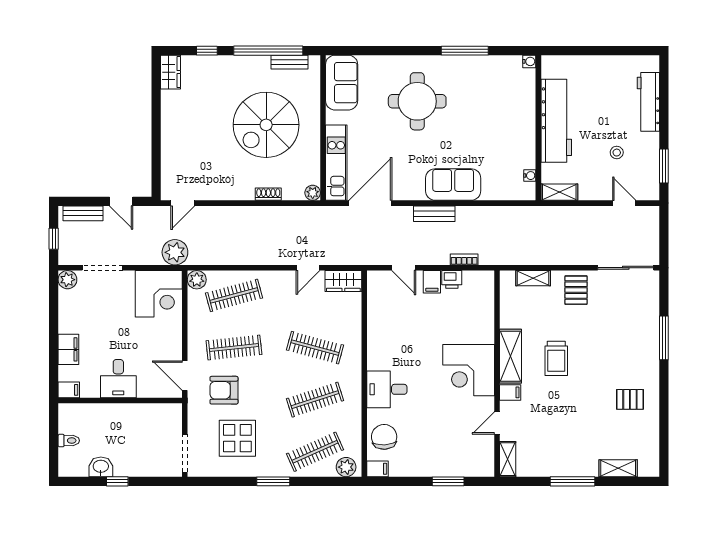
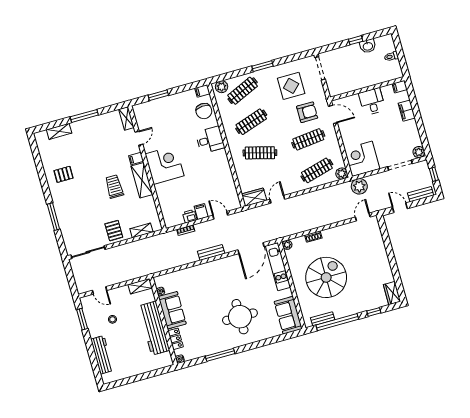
locker: (527, 95) -> (176, 339), added
sofa: (453, 185) -> (172, 310), moved, turned -90

